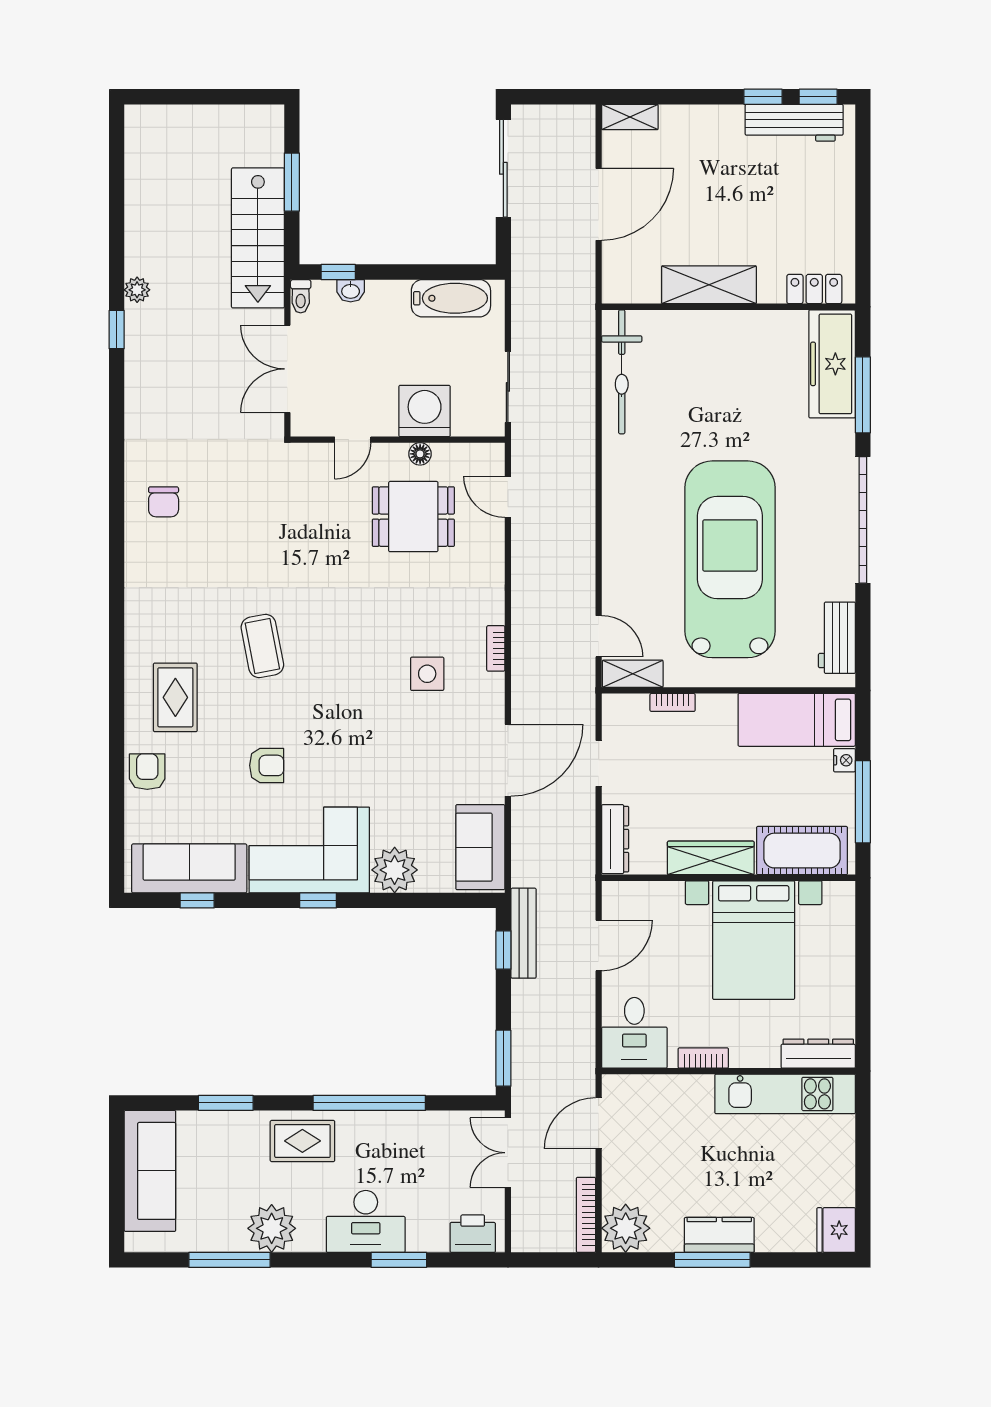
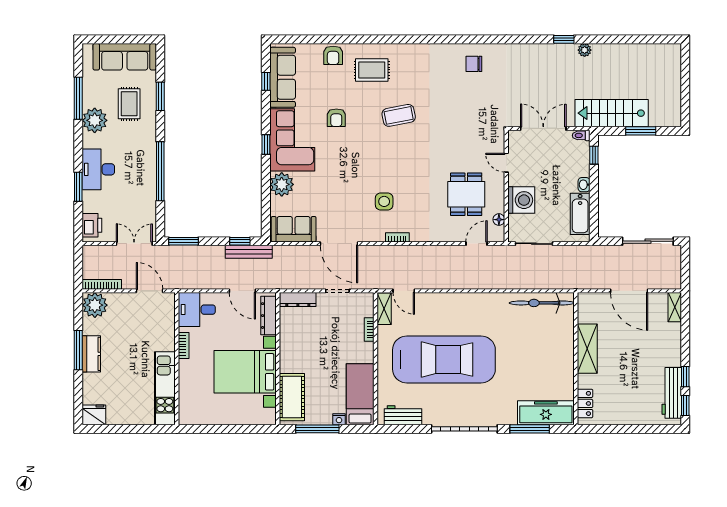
washbasin: (351, 291) -> (584, 185), moved
floor lamp: (420, 454) -> (499, 220), moved
door: (599, 636) -> (404, 291), hinge flipped
armchair: (147, 772) -> (333, 55), turned 90
wardrobe: (711, 858) -> (288, 349), removed
dresser: (818, 1054) -> (269, 316), moved, turned 180
rug: (302, 1141) -> (129, 104), moved

